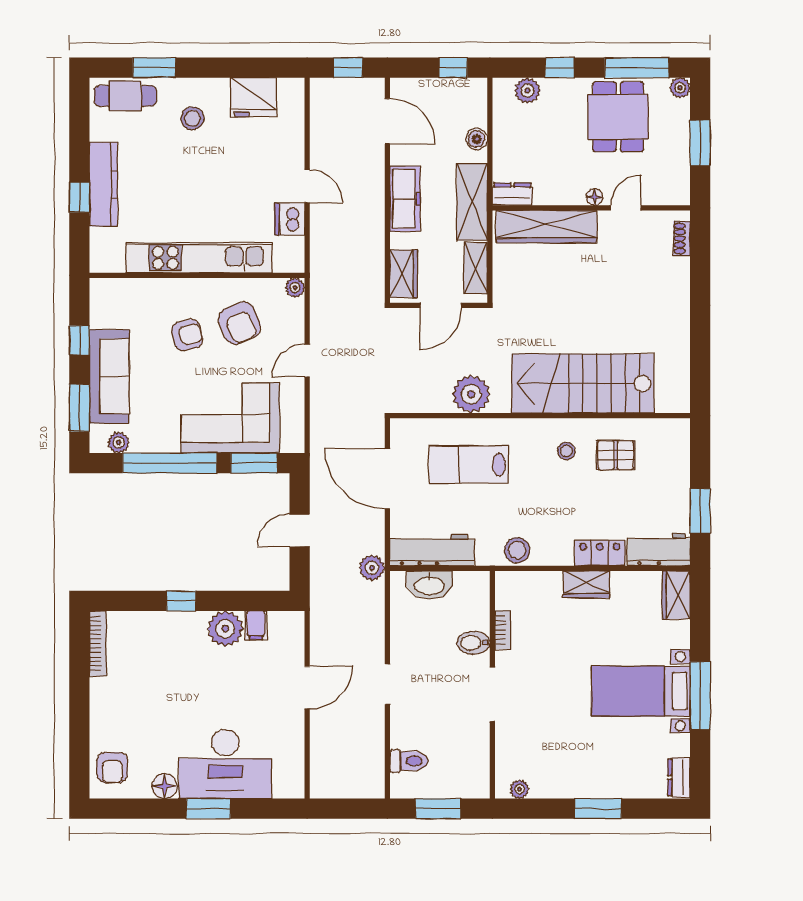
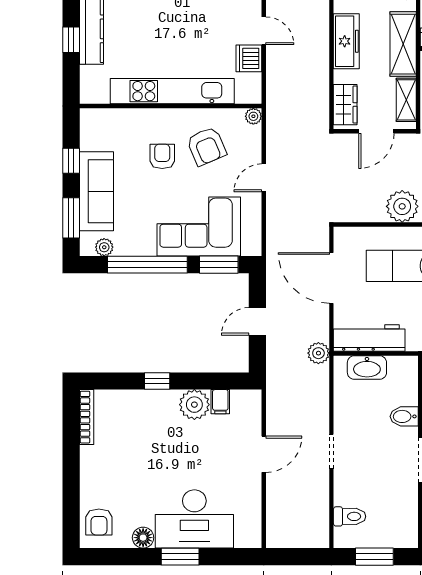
armchair: (187, 335) -> (162, 156), turned -77

